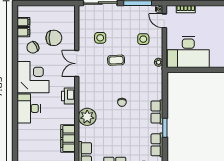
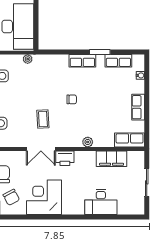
coffee table: (116, 60) -> (43, 119), moved
double door: (77, 64) -> (41, 149), moved
desk: (29, 108) -> (101, 202), moved
plant: (87, 117) -> (88, 142), width x0.53, depth x0.53

